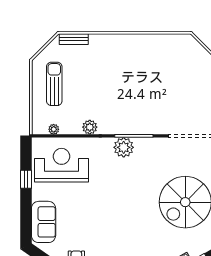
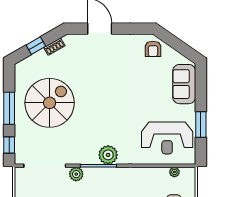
plant: (90, 127) -> (76, 174), moved
window: (26, 179) -> (201, 125), width x1.50

